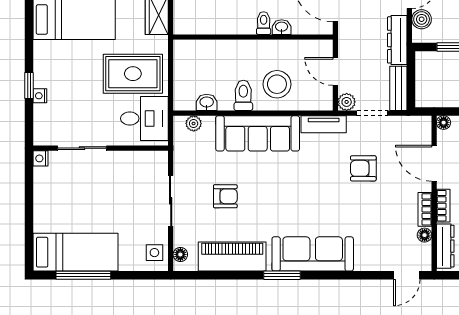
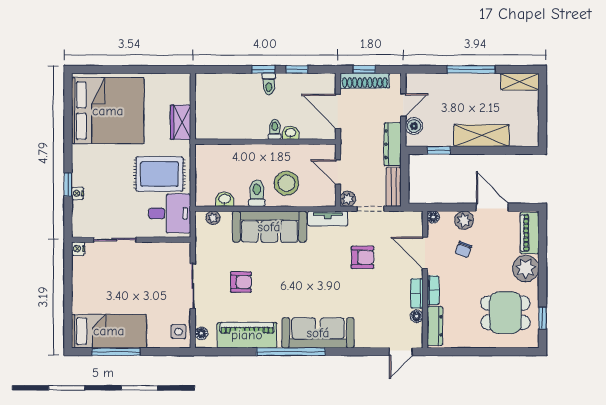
armchair: (363, 168) -> (363, 257), turned 180
window: (282, 275) -> (291, 352), width x2.11

